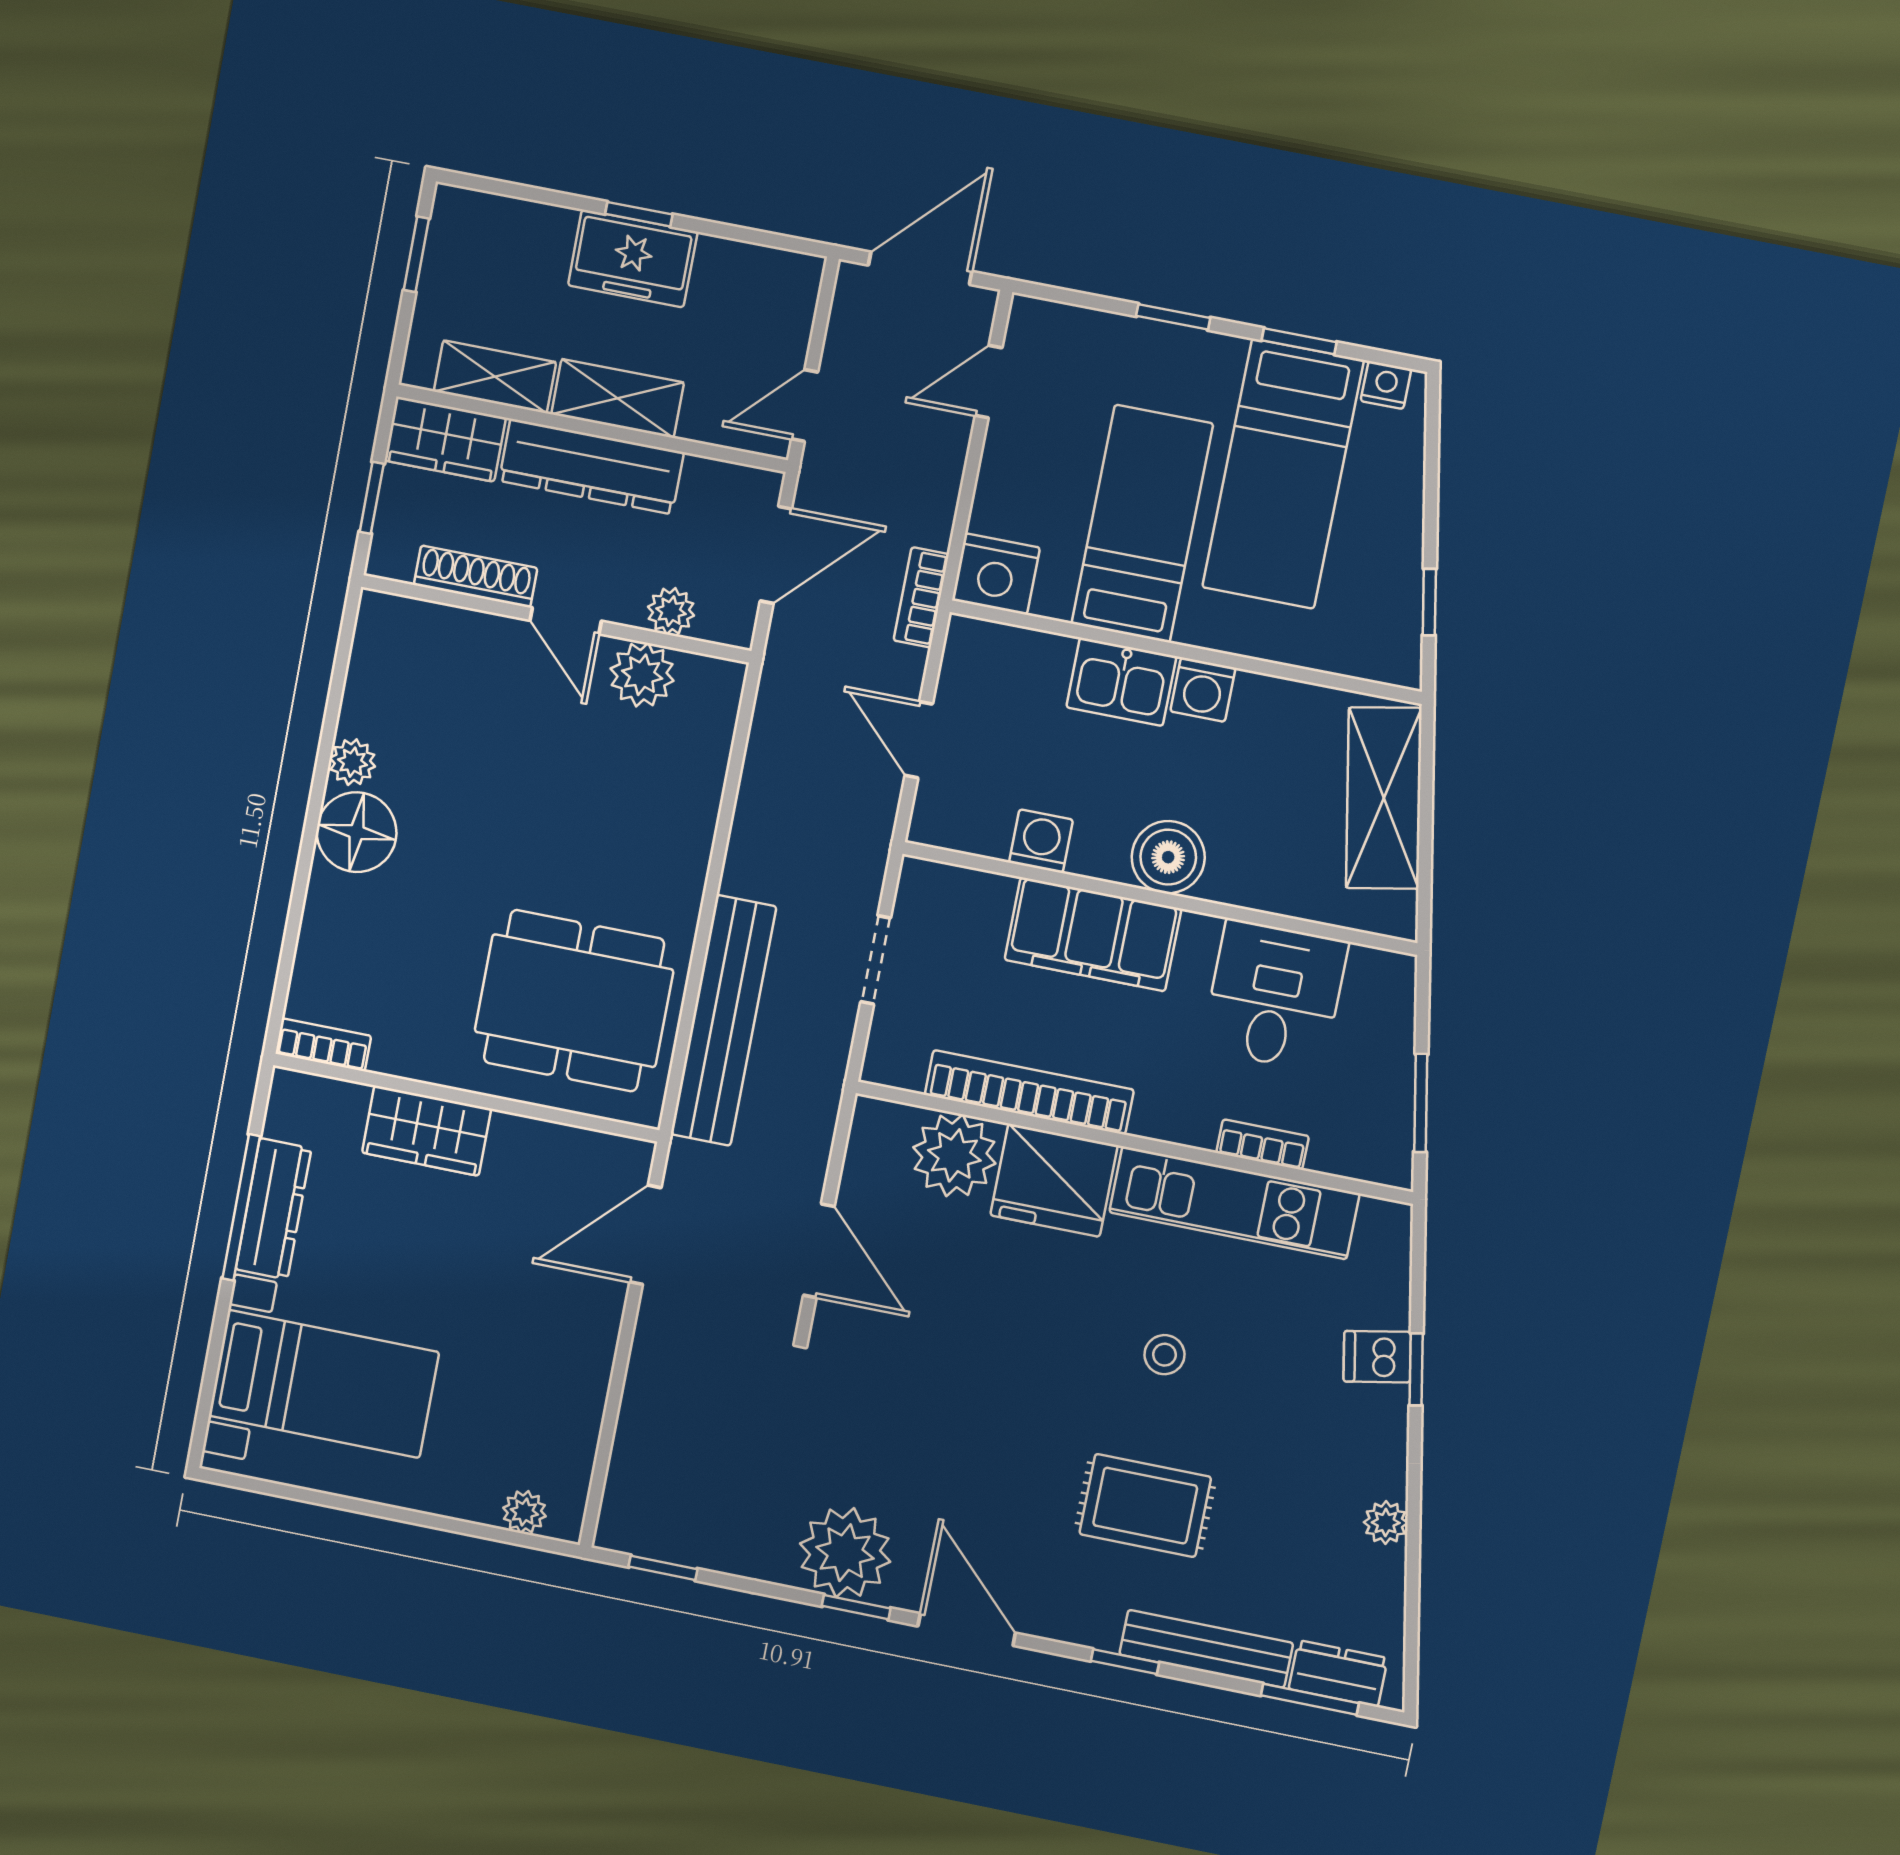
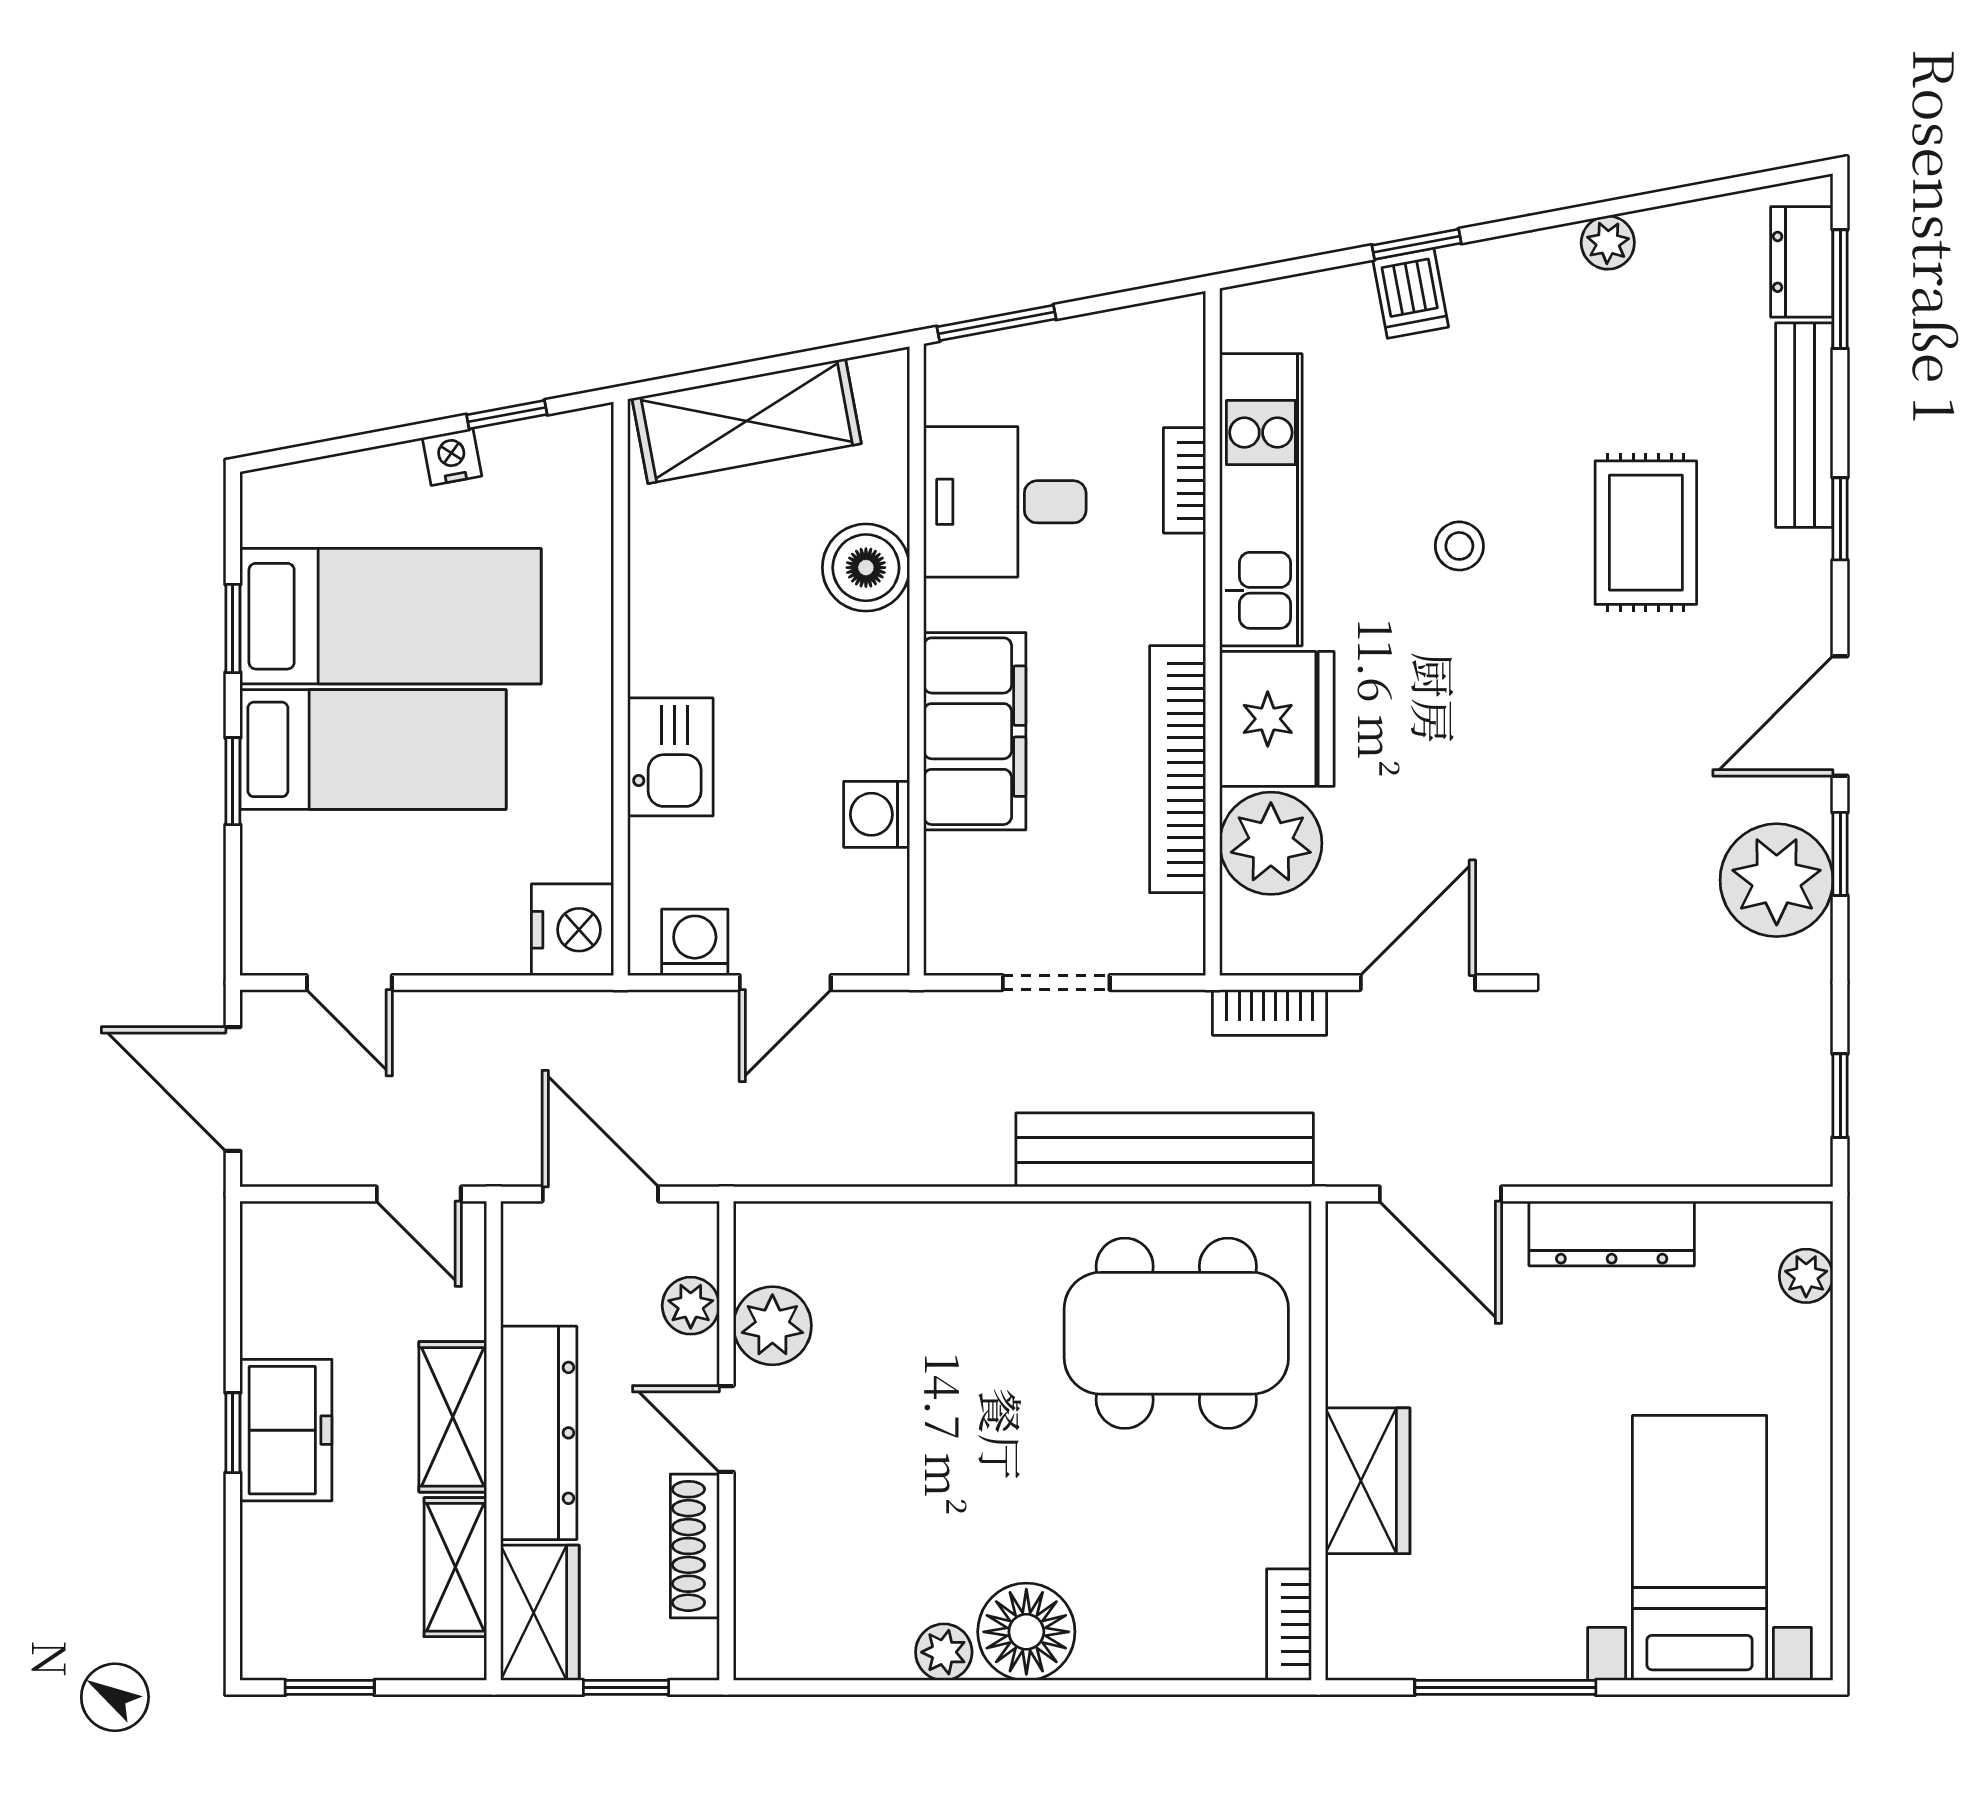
nightstand: (1386, 385) -> (452, 457), moved, turned 79
bed: (1142, 524) -> (373, 749), moved, turned 180
bookcase: (921, 597) -> (1270, 1012), moved
door: (566, 621) -> (726, 1429), swing flipped
washing machine: (1203, 690) -> (695, 942), moved, turned -90
boiler: (1168, 857) -> (866, 568), moved
dining table: (574, 1001) -> (1176, 1333), turned 90
window: (1421, 1103) -> (997, 323), moved
dresser: (273, 1209) -> (1612, 1233), moved, turned 180

